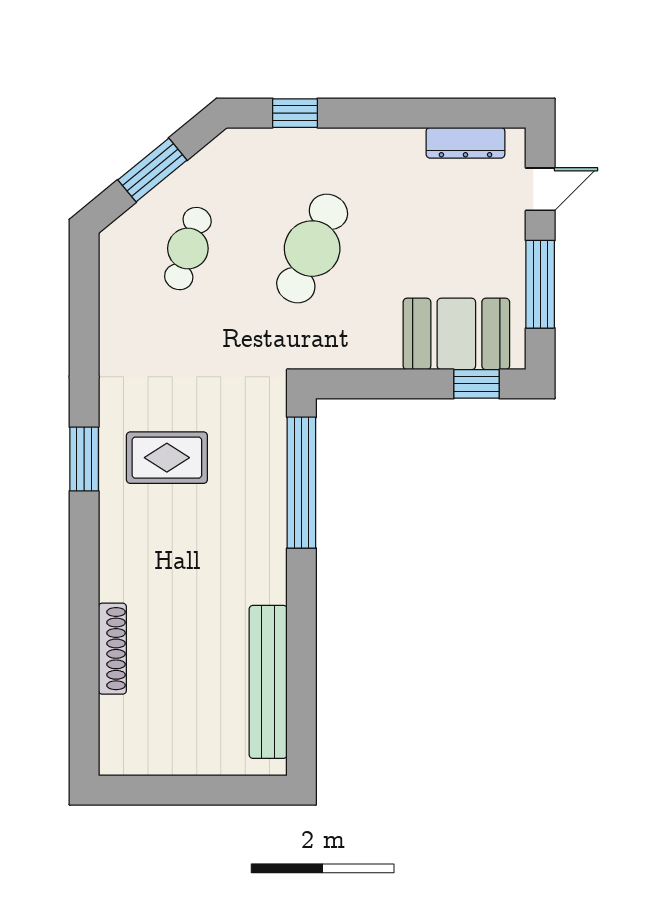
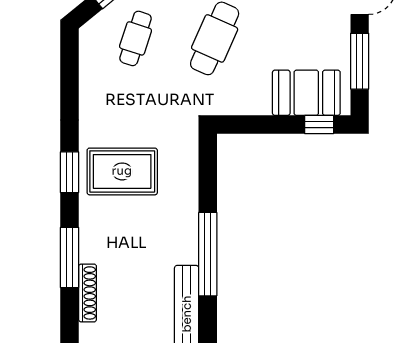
rug: (167, 458) -> (122, 171), width x1.36, depth x1.43
window: (301, 483) -> (208, 254), moved
window: (84, 593) -> (70, 257), added

